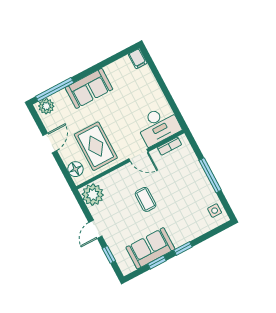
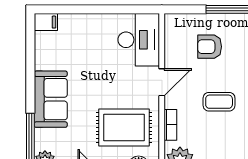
bookcase: (169, 146) -> (170, 125), moved
armchair: (178, 174) -> (210, 47), added

